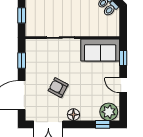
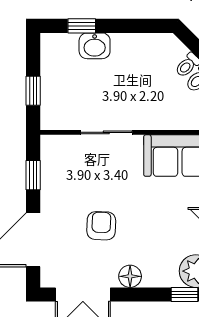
armchair: (58, 88) -> (101, 226), turned 64

